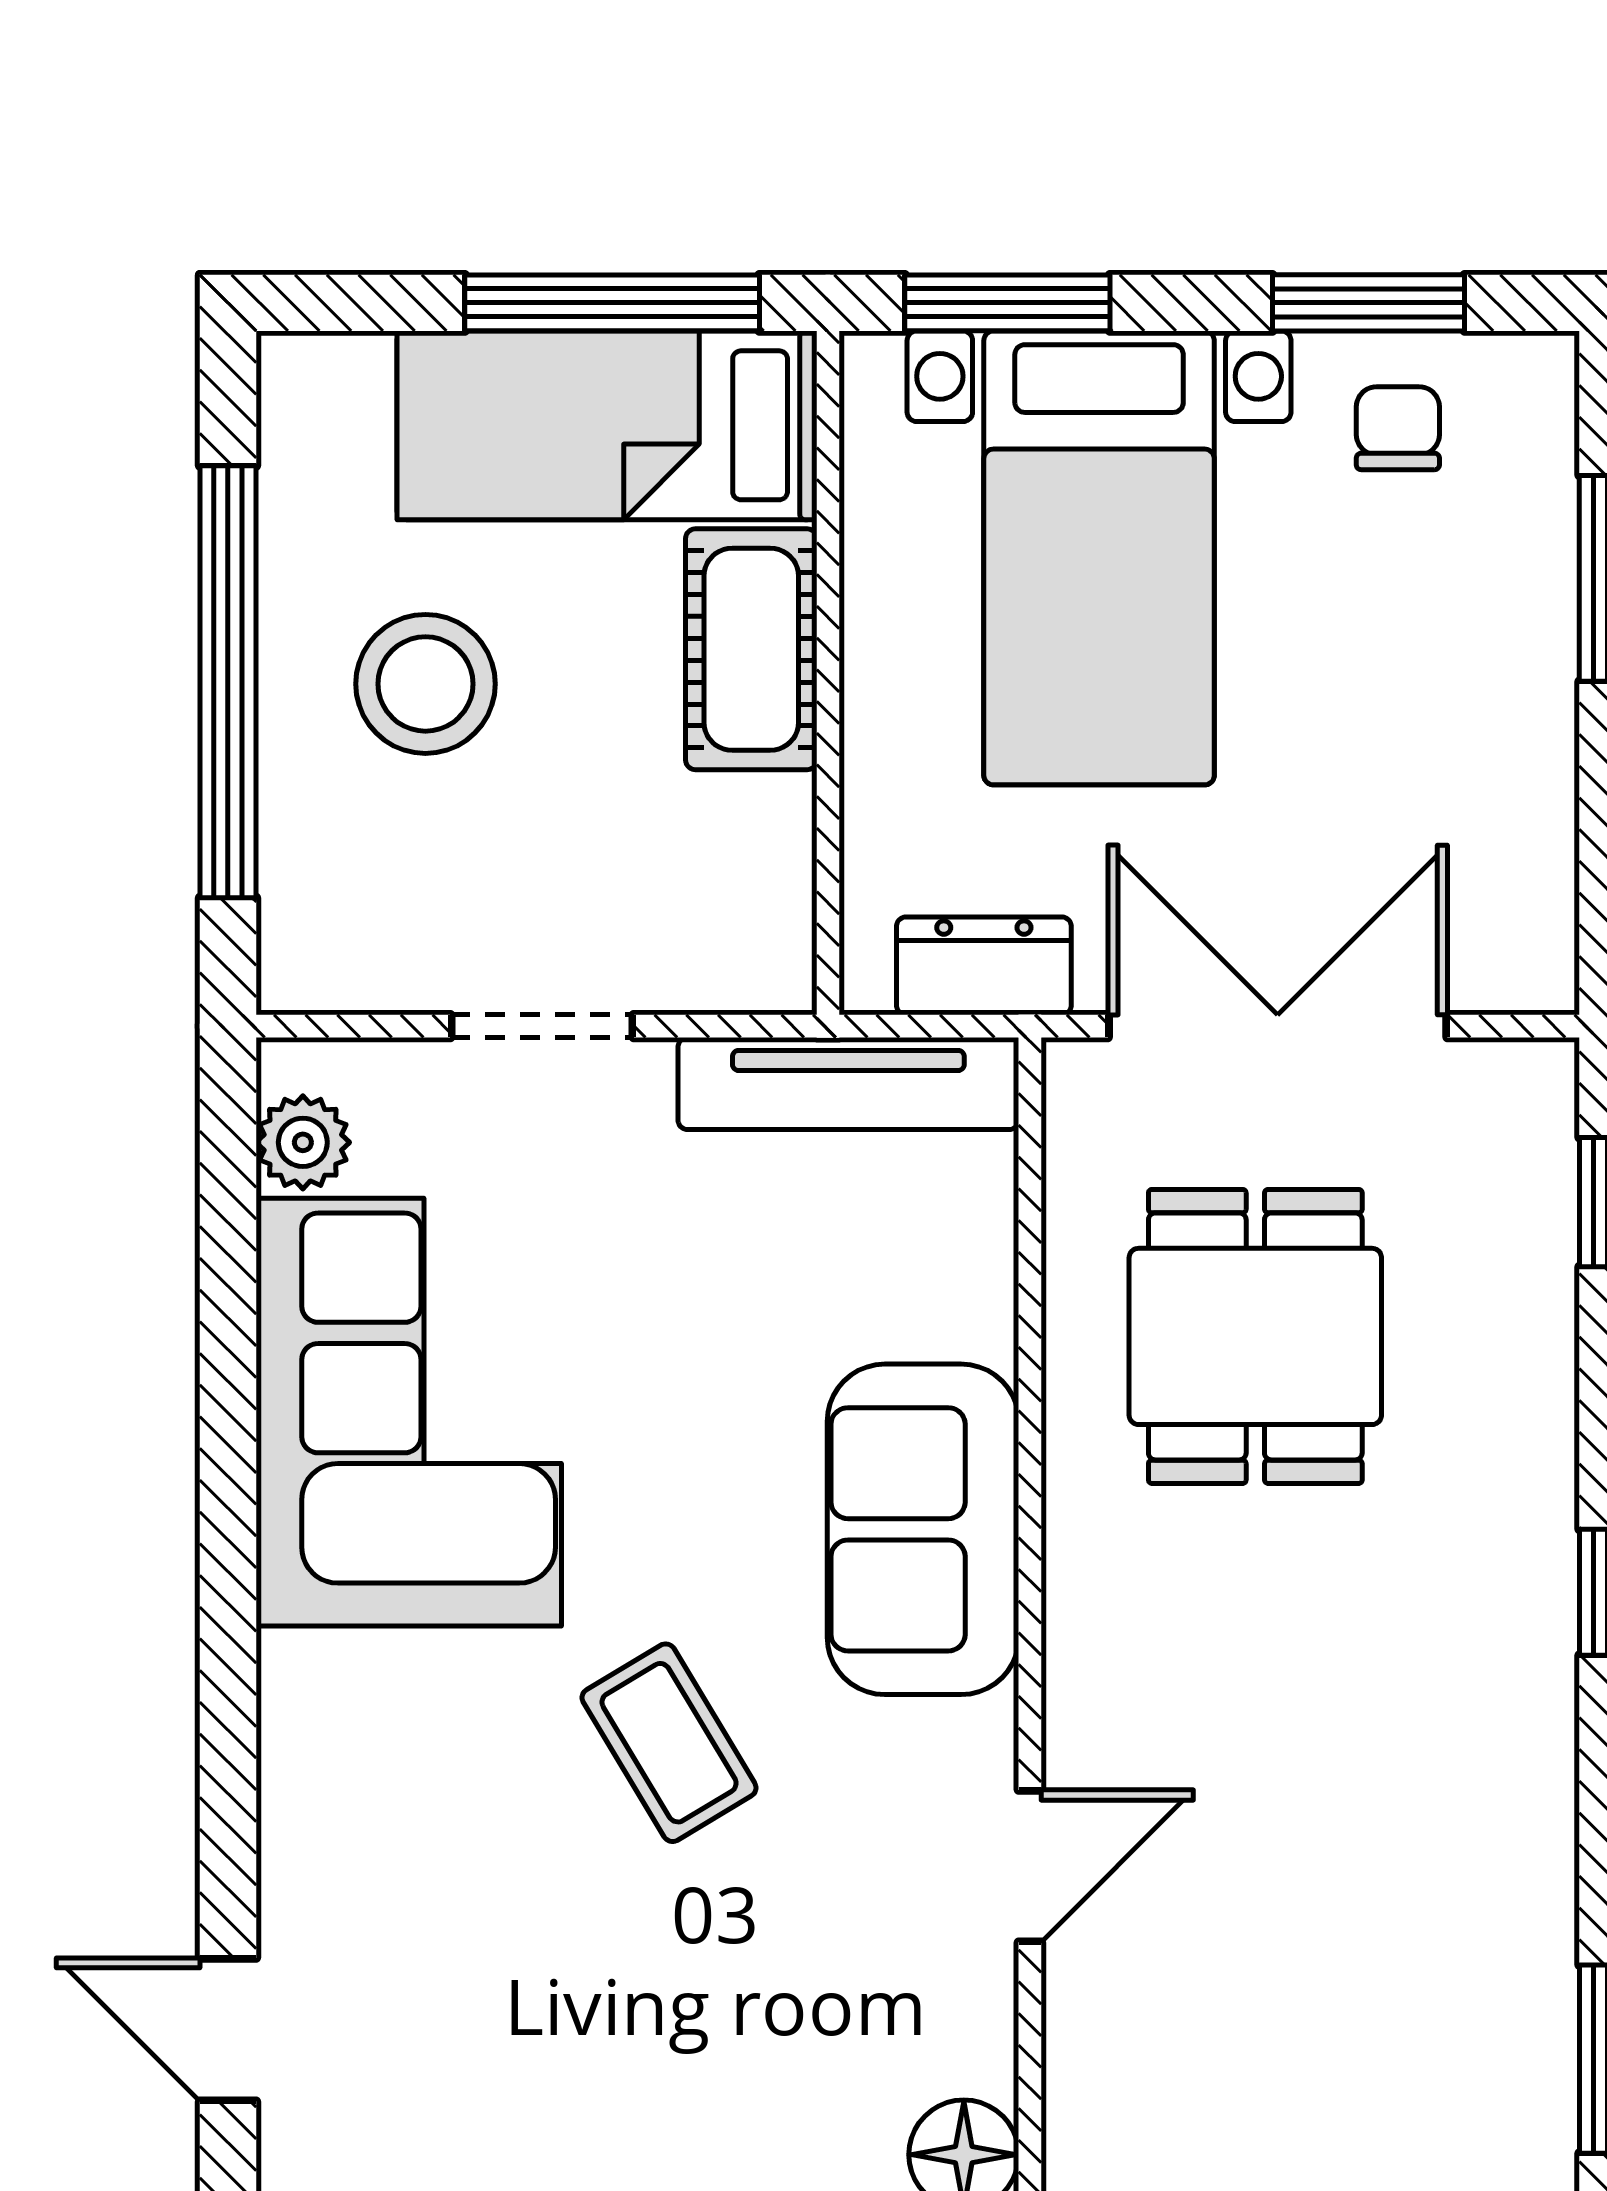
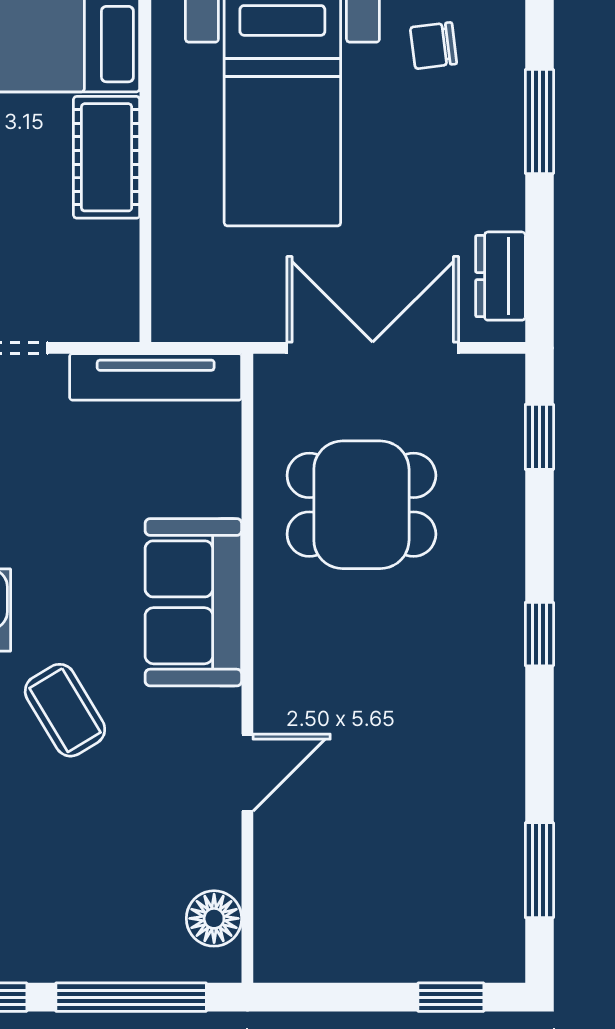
chair: (1398, 428) -> (434, 46), turned -97
dresser: (984, 966) -> (500, 276), moved, turned -90
dining table: (1255, 1336) -> (361, 505), turned 90

